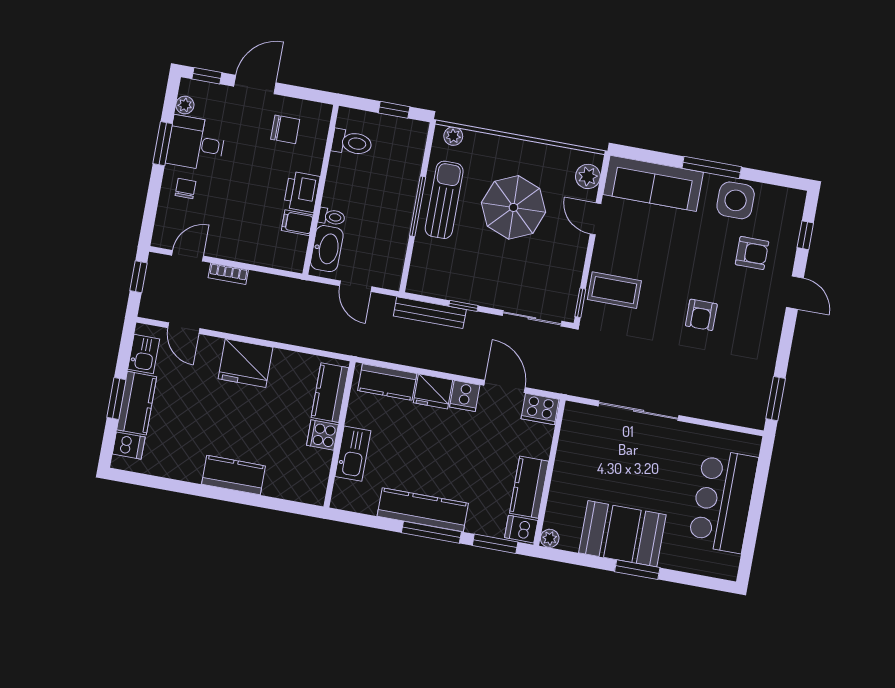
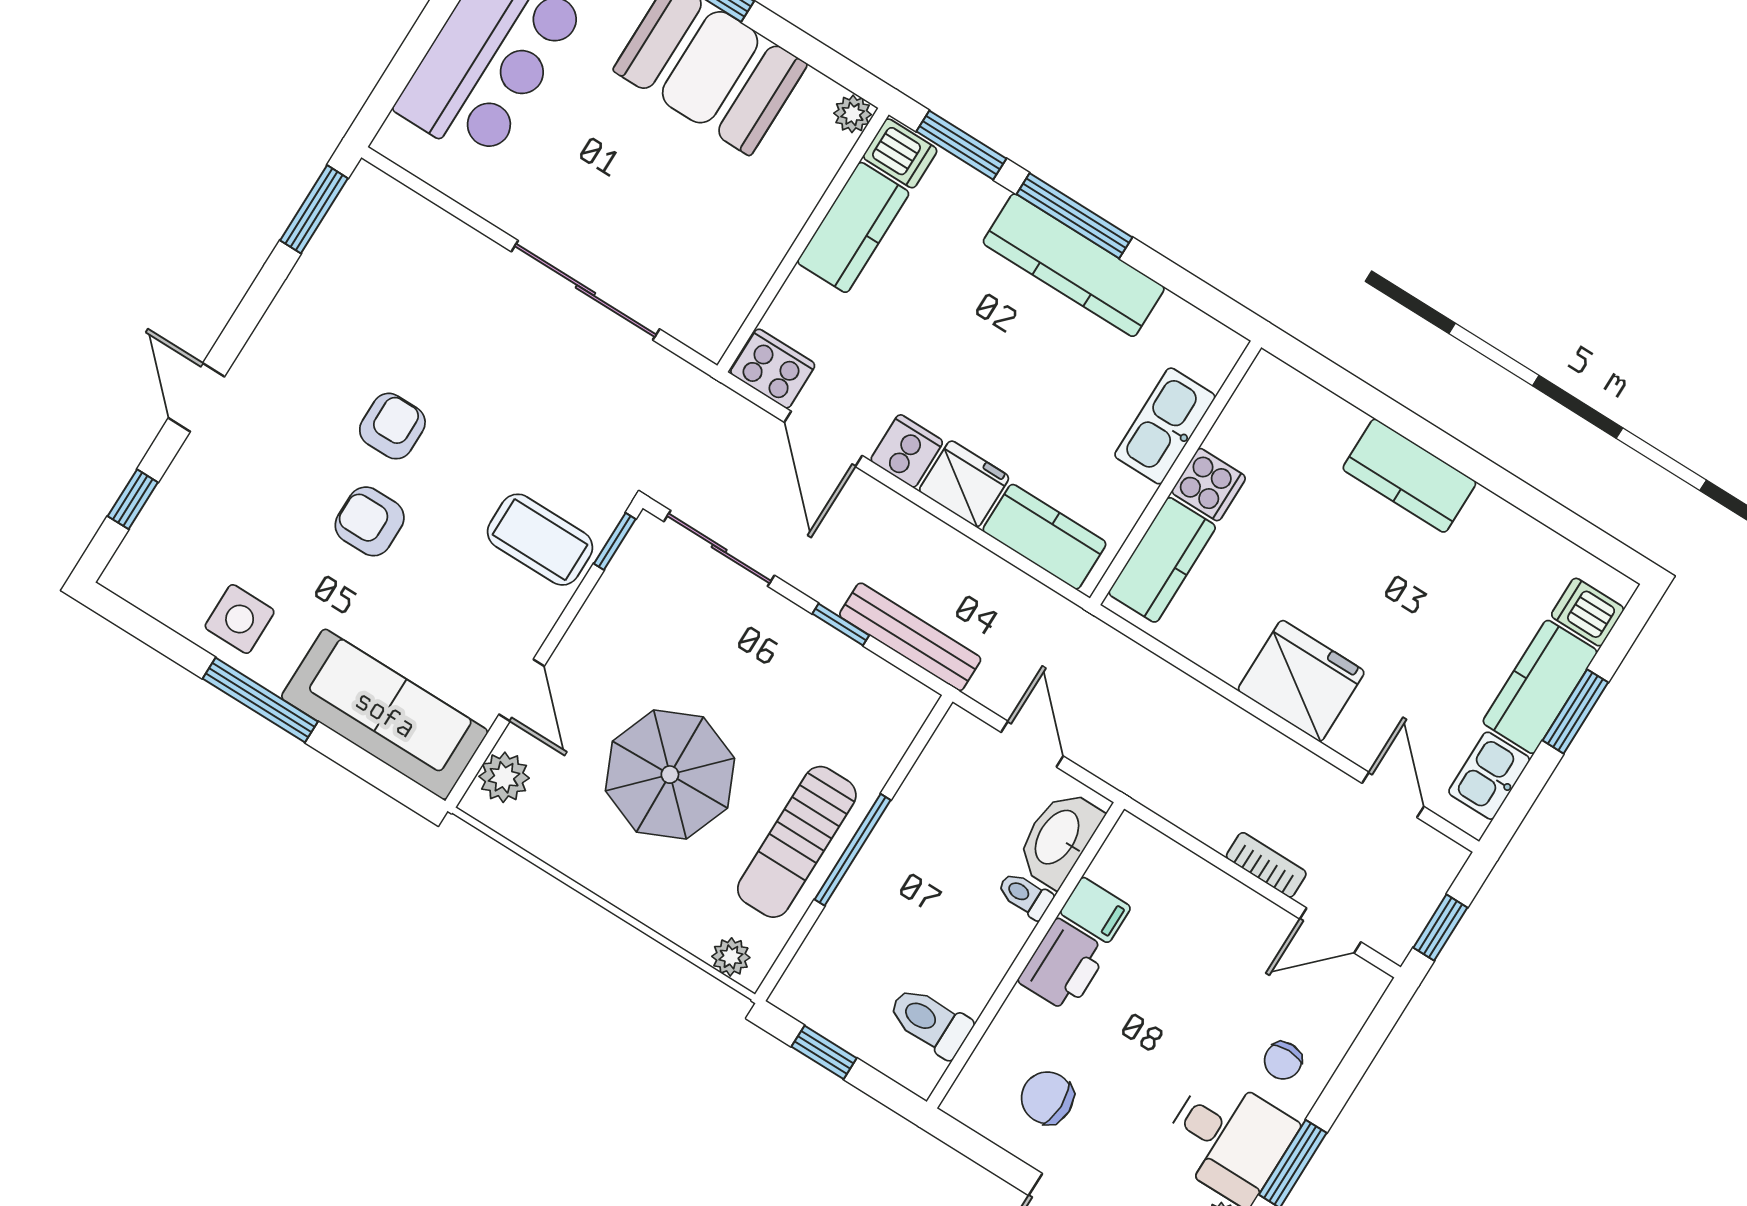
side table: (736, 200) -> (240, 619), width x0.73, depth x0.73
armchair: (752, 253) -> (370, 521), moved

